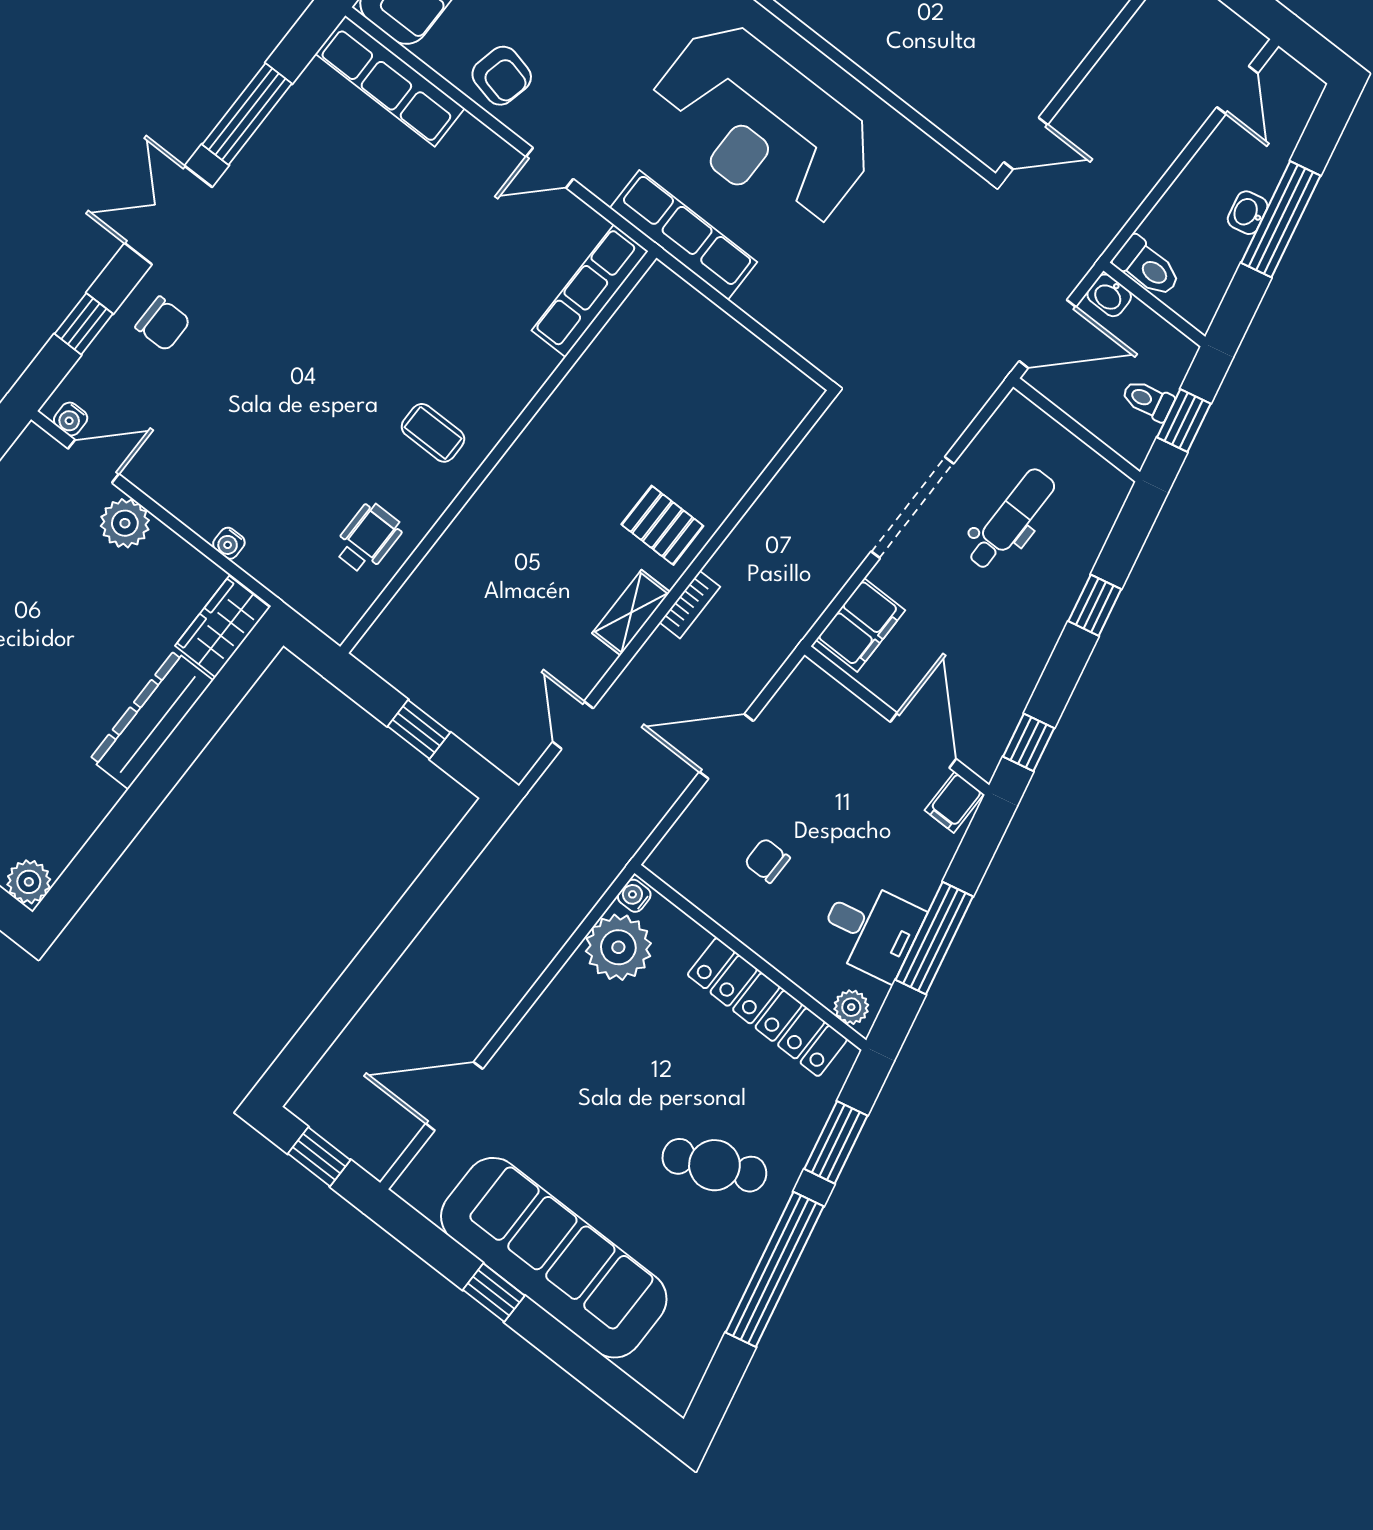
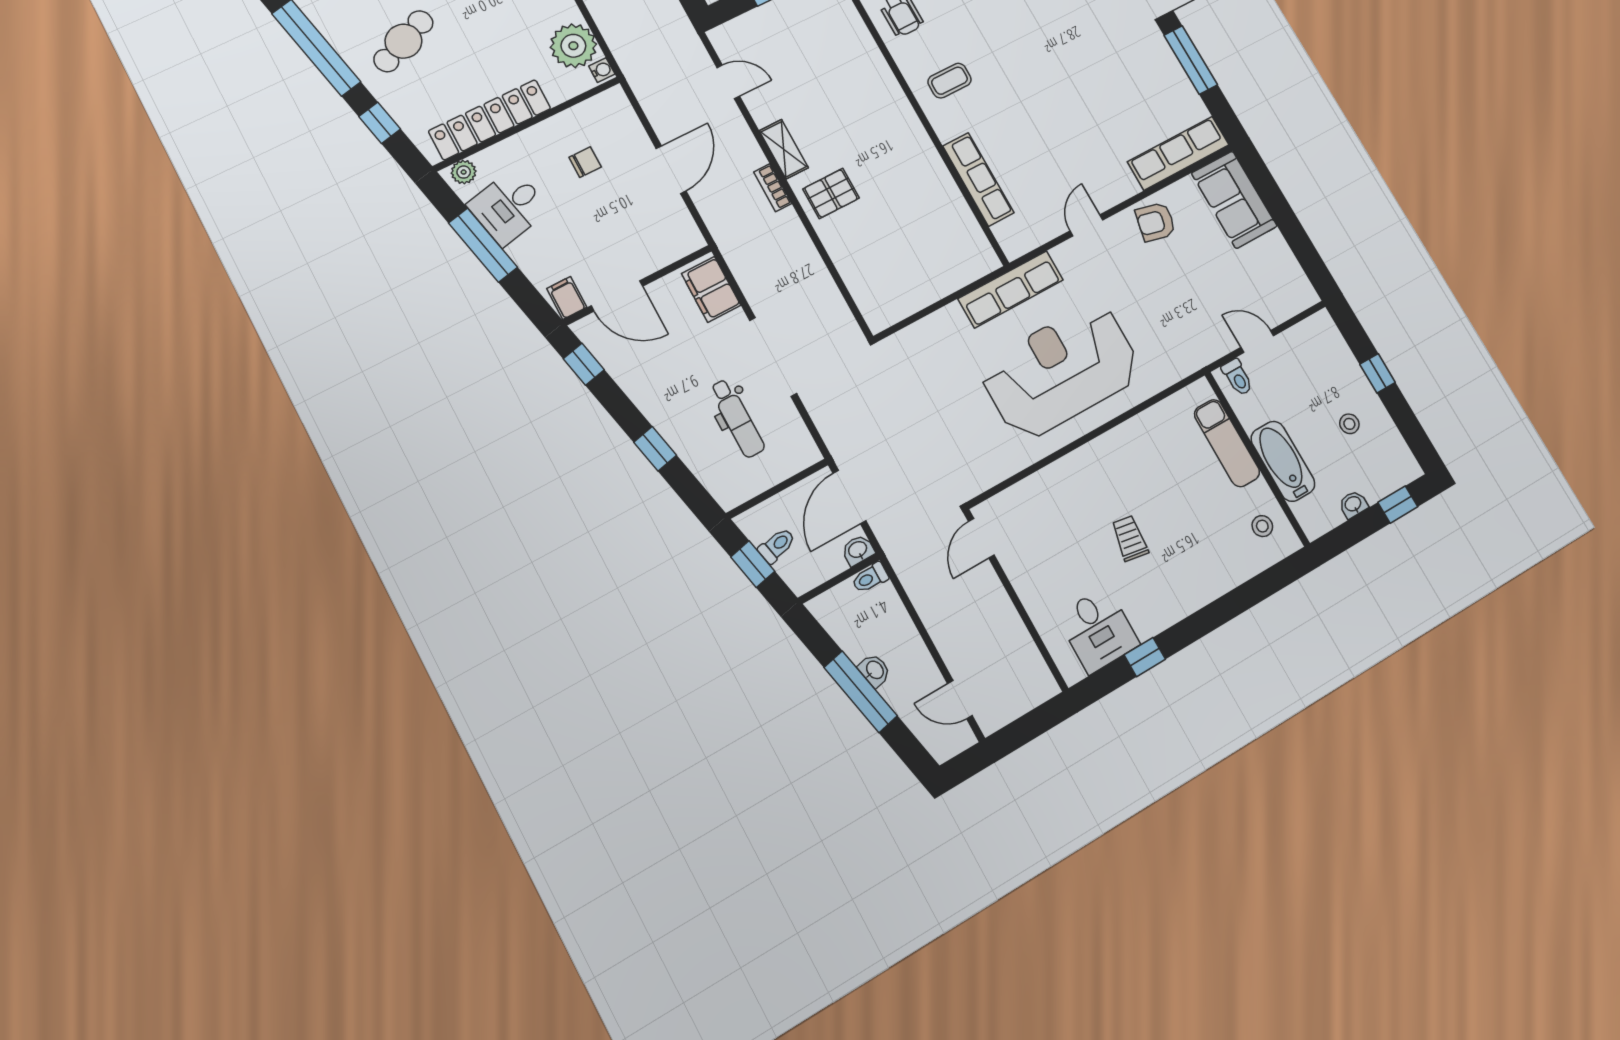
toilet: (1147, 267) -> (870, 578), width x0.73, depth x0.72
row of seats: (590, 291) -> (978, 179), moved
window: (836, 1142) -> (380, 123), width x0.67

